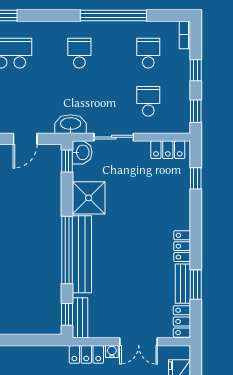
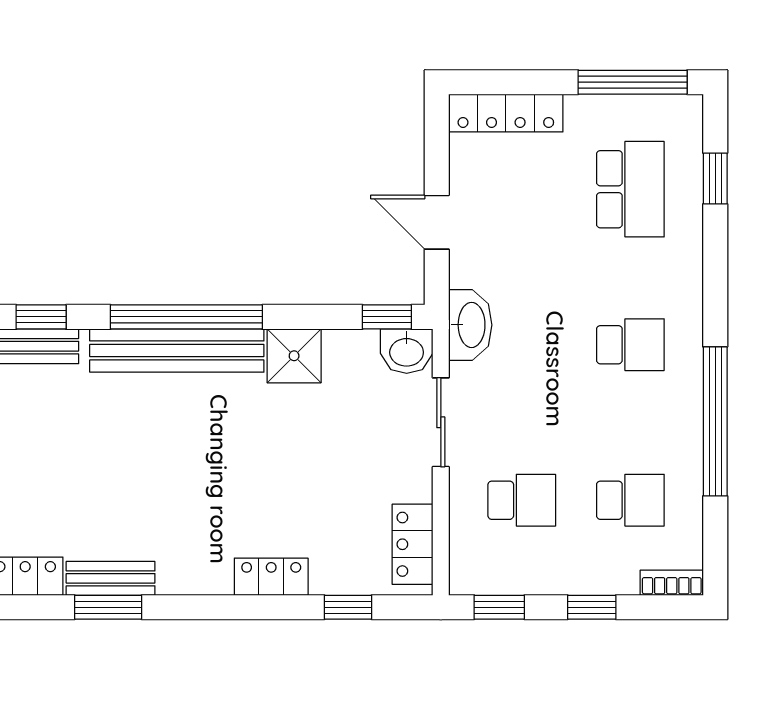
shower: (89, 198) -> (294, 356), width x0.73, depth x0.73
locker: (182, 246) -> (271, 577), moved

